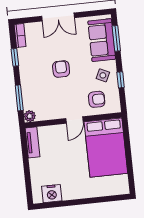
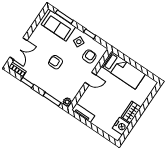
double door: (58, 17) -> (19, 49), moved
door: (74, 120) -> (90, 79), hinge flipped
bed: (106, 148) -> (123, 70), width x0.67
wardrobe: (75, 192) -> (131, 112), added

